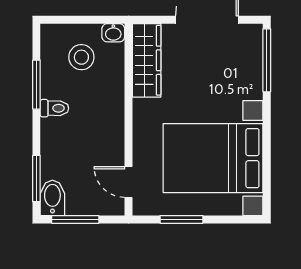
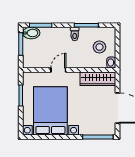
door: (129, 182) -> (58, 70), moved

